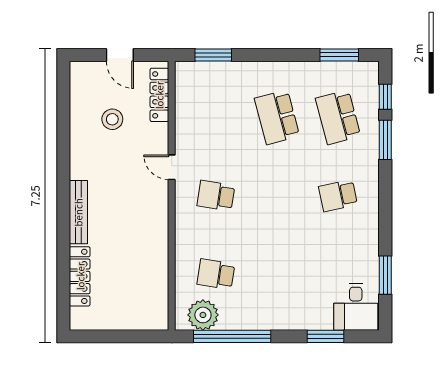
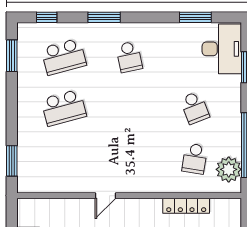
locker: (159, 95) -> (186, 206), moved
window: (385, 140) -> (104, 17), moved
school desk: (216, 196) -> (195, 108), moved, turned -30
desk: (356, 307) -> (222, 49), width x1.37

